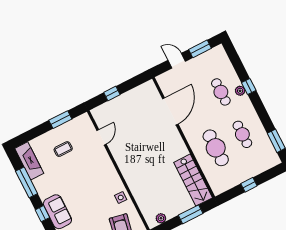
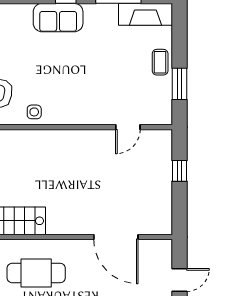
door: (101, 137) -> (128, 127), hinge flipped
coffee table: (63, 149) -> (160, 62), moved

